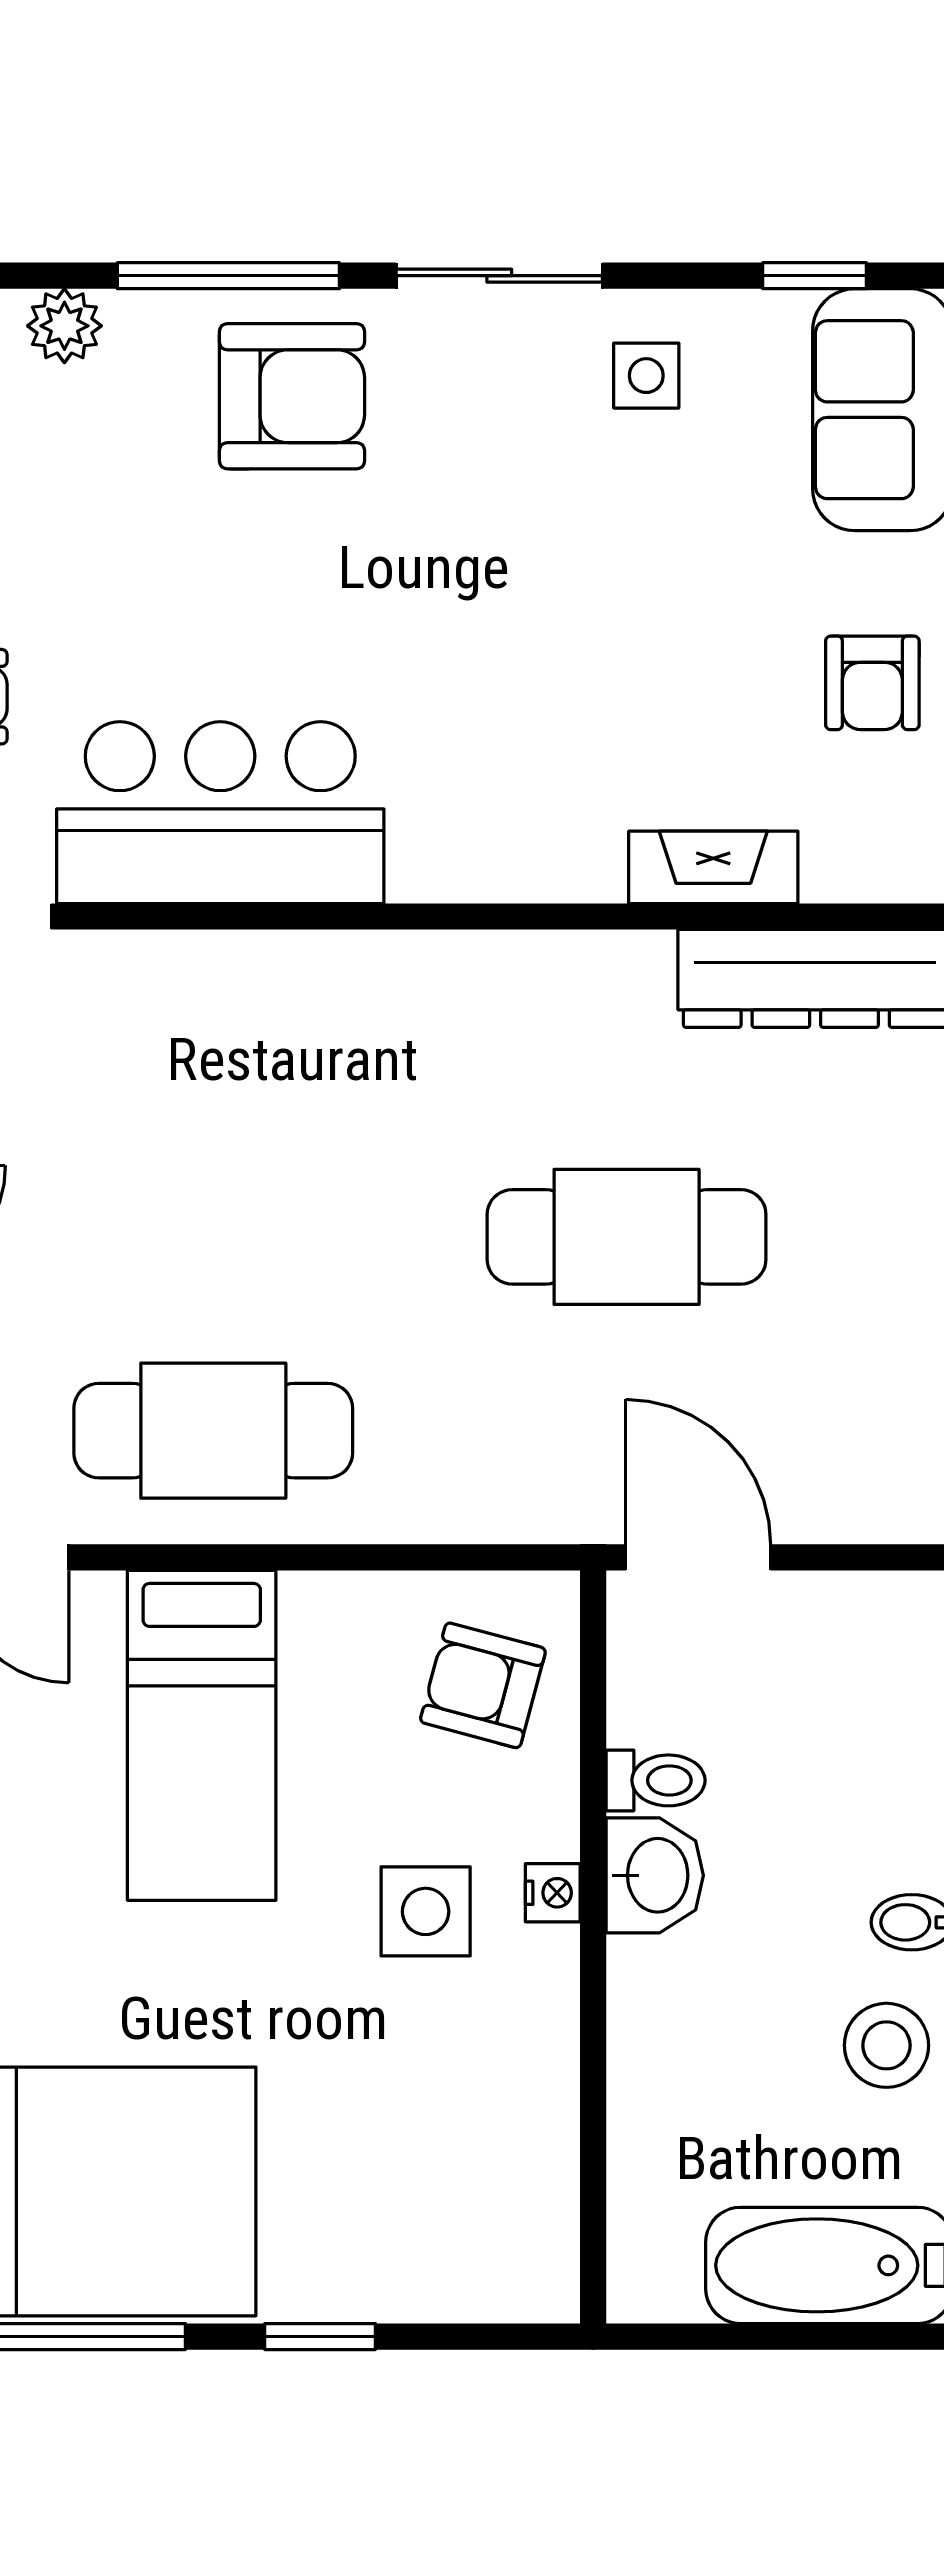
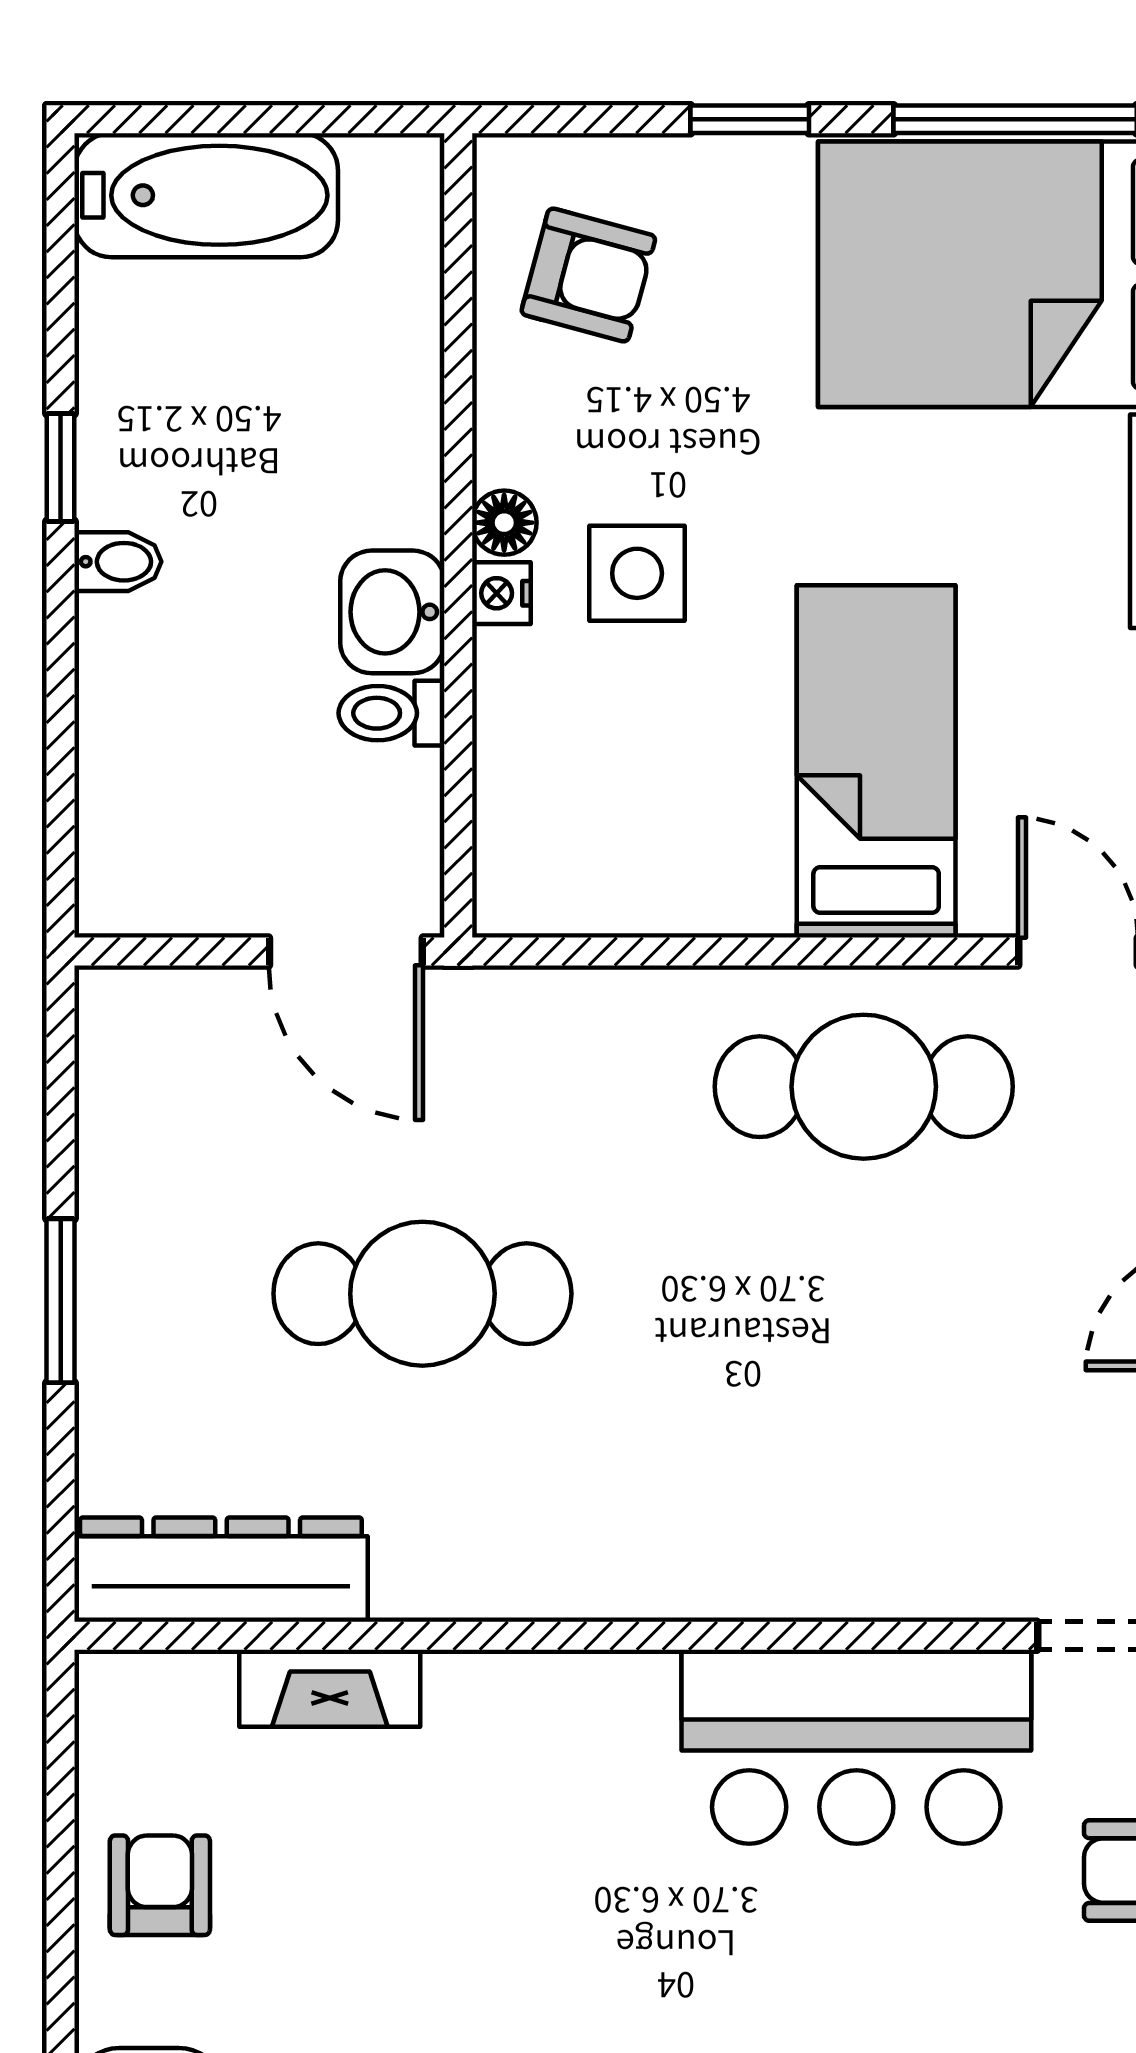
armchair: (483, 1685) -> (588, 275), moved
floor lamp: (550, 1959) -> (504, 523), added
stool: (886, 2045) -> (145, 430), removed

